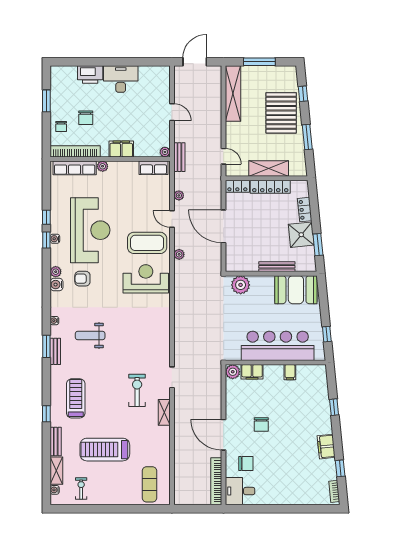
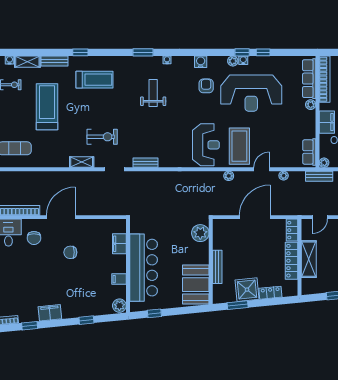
plant: (56, 272) -> (233, 61), moved
bench: (55, 351) -> (146, 163), moved
plant: (233, 372) -> (119, 306), moved

